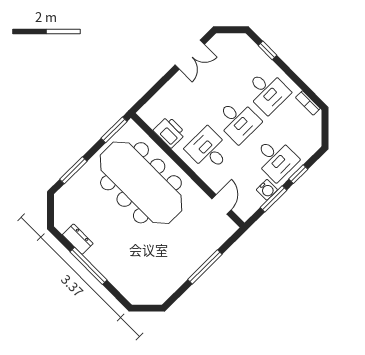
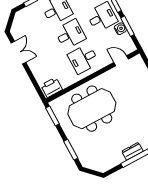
printer: (170, 132) -> (52, 87), moved
meeting table: (141, 183) -> (92, 109), width x0.73
dresser: (78, 239) -> (132, 151), moved

